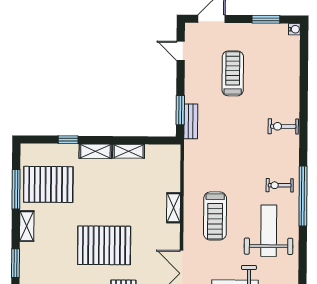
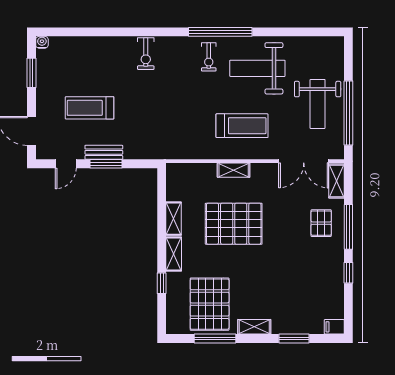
window: (180, 110) -> (106, 164), moved
bench: (191, 121) -> (104, 152), moved
pallet: (104, 245) -> (234, 224), moved, turned 90

